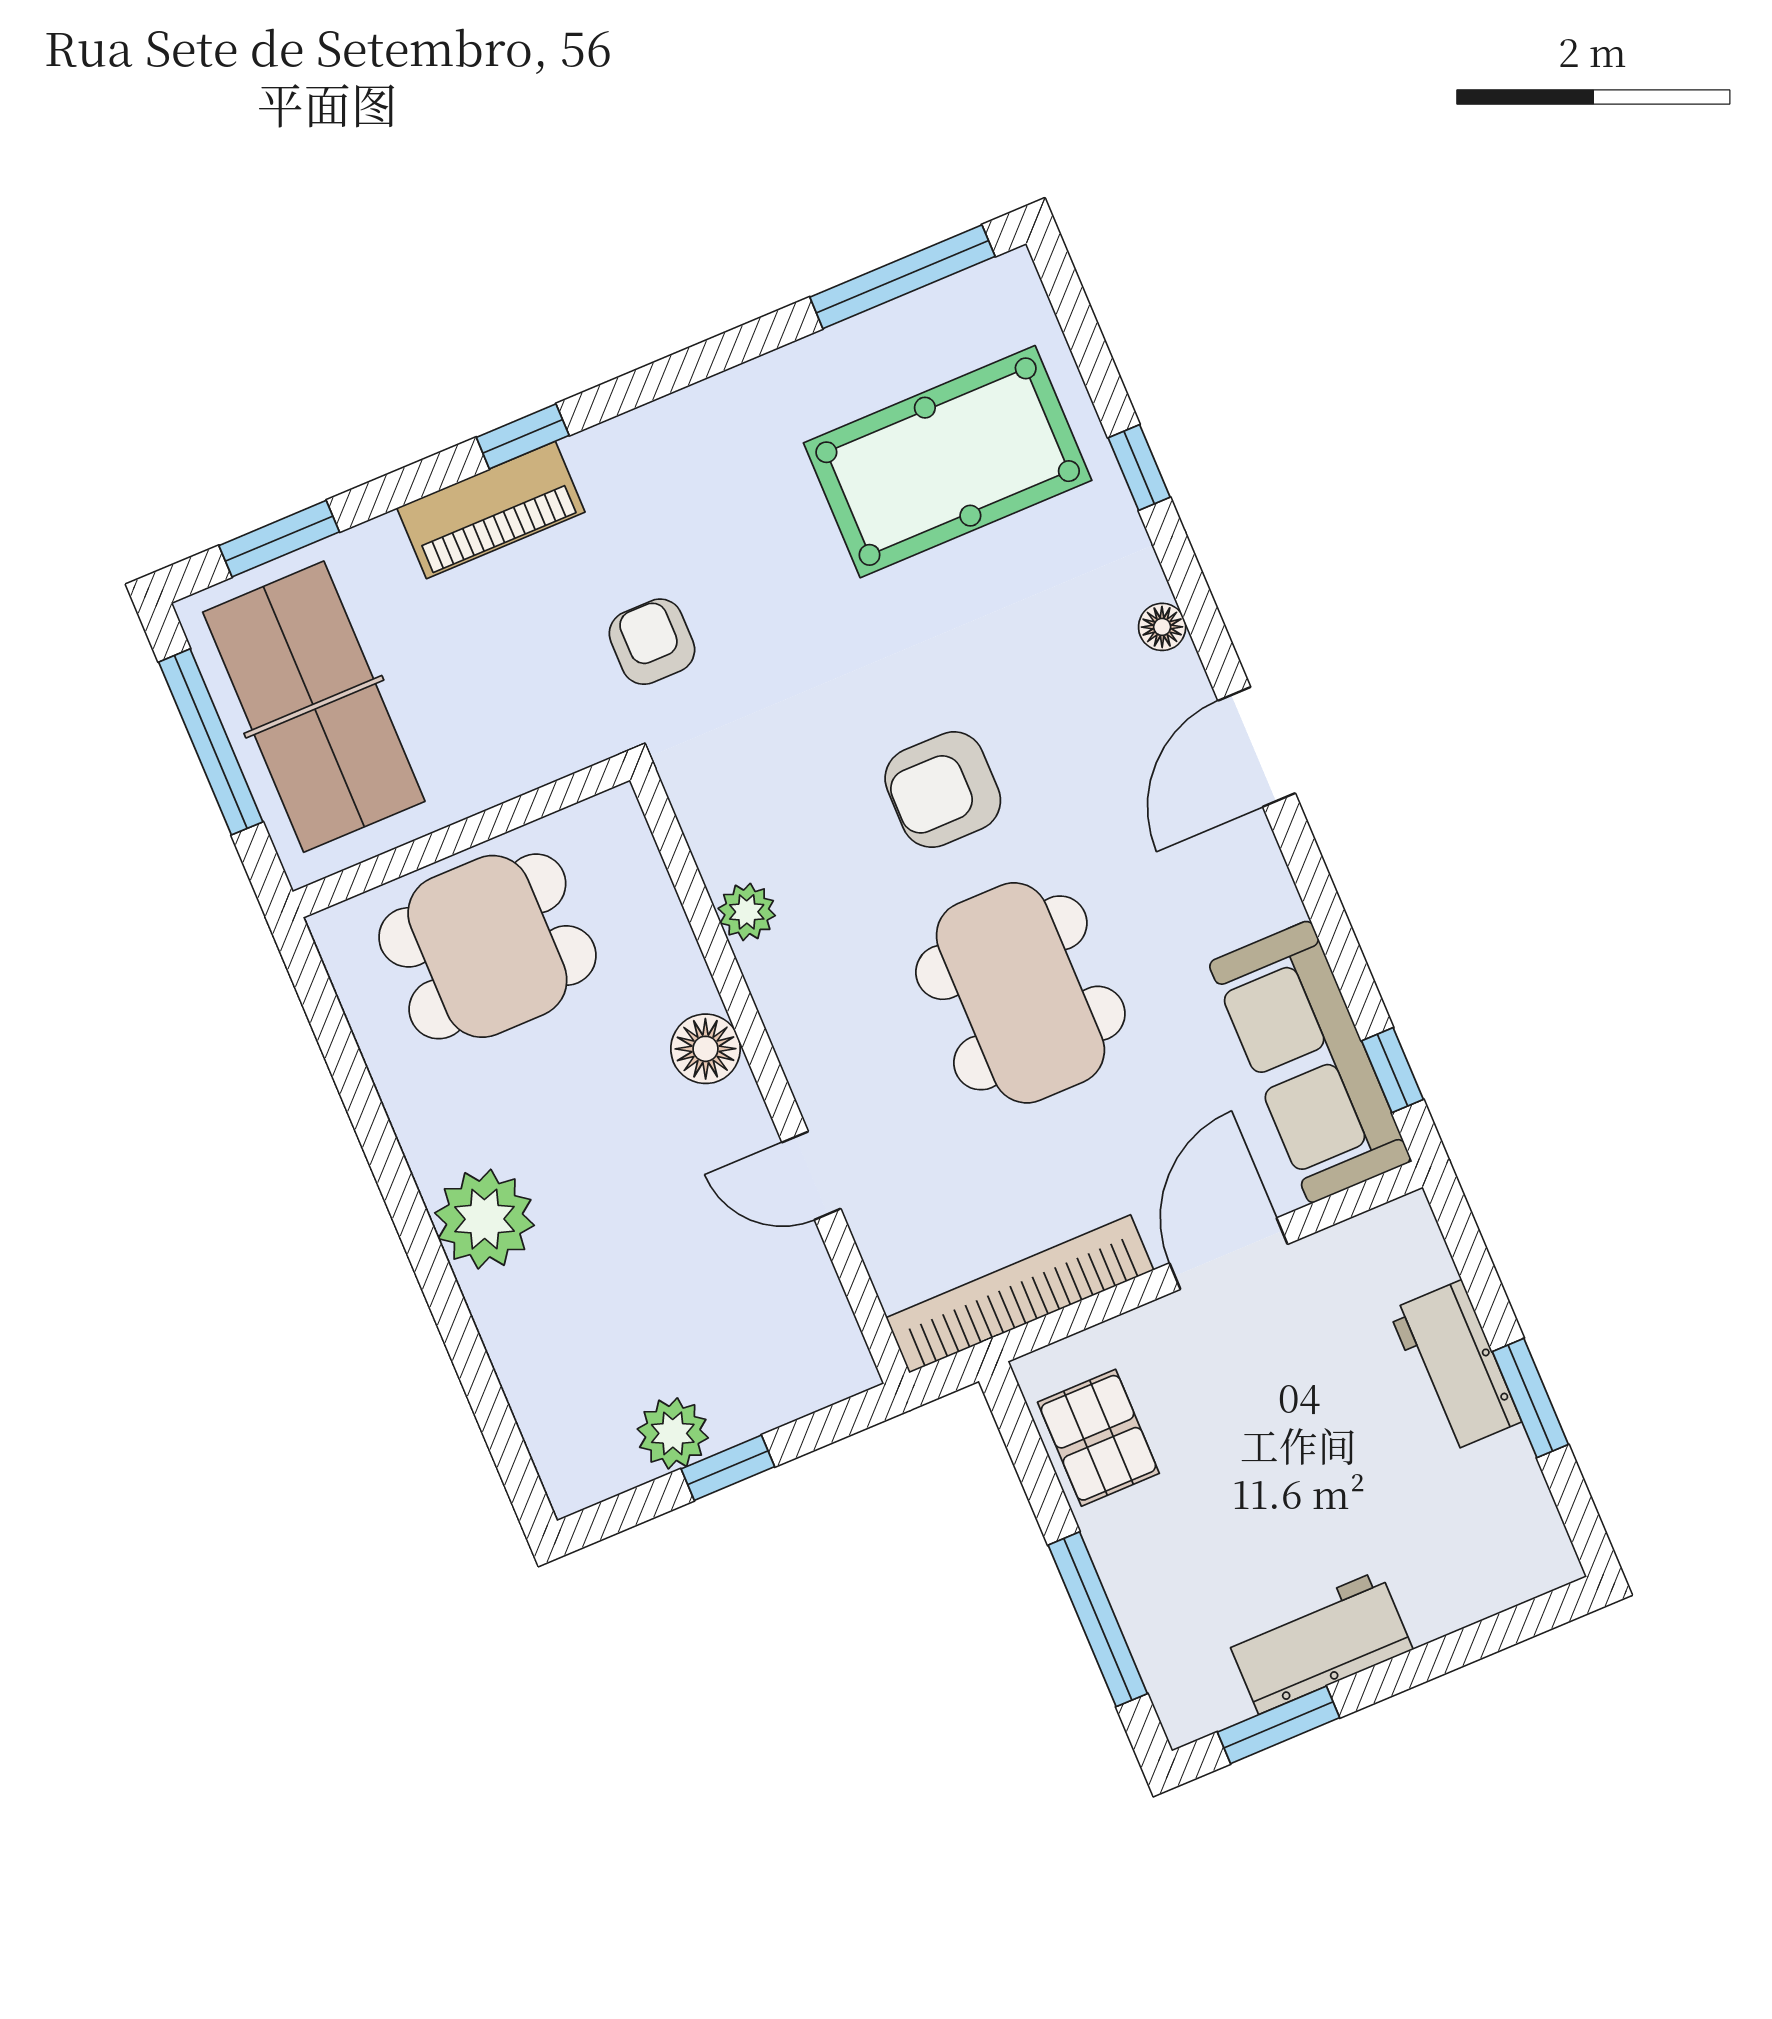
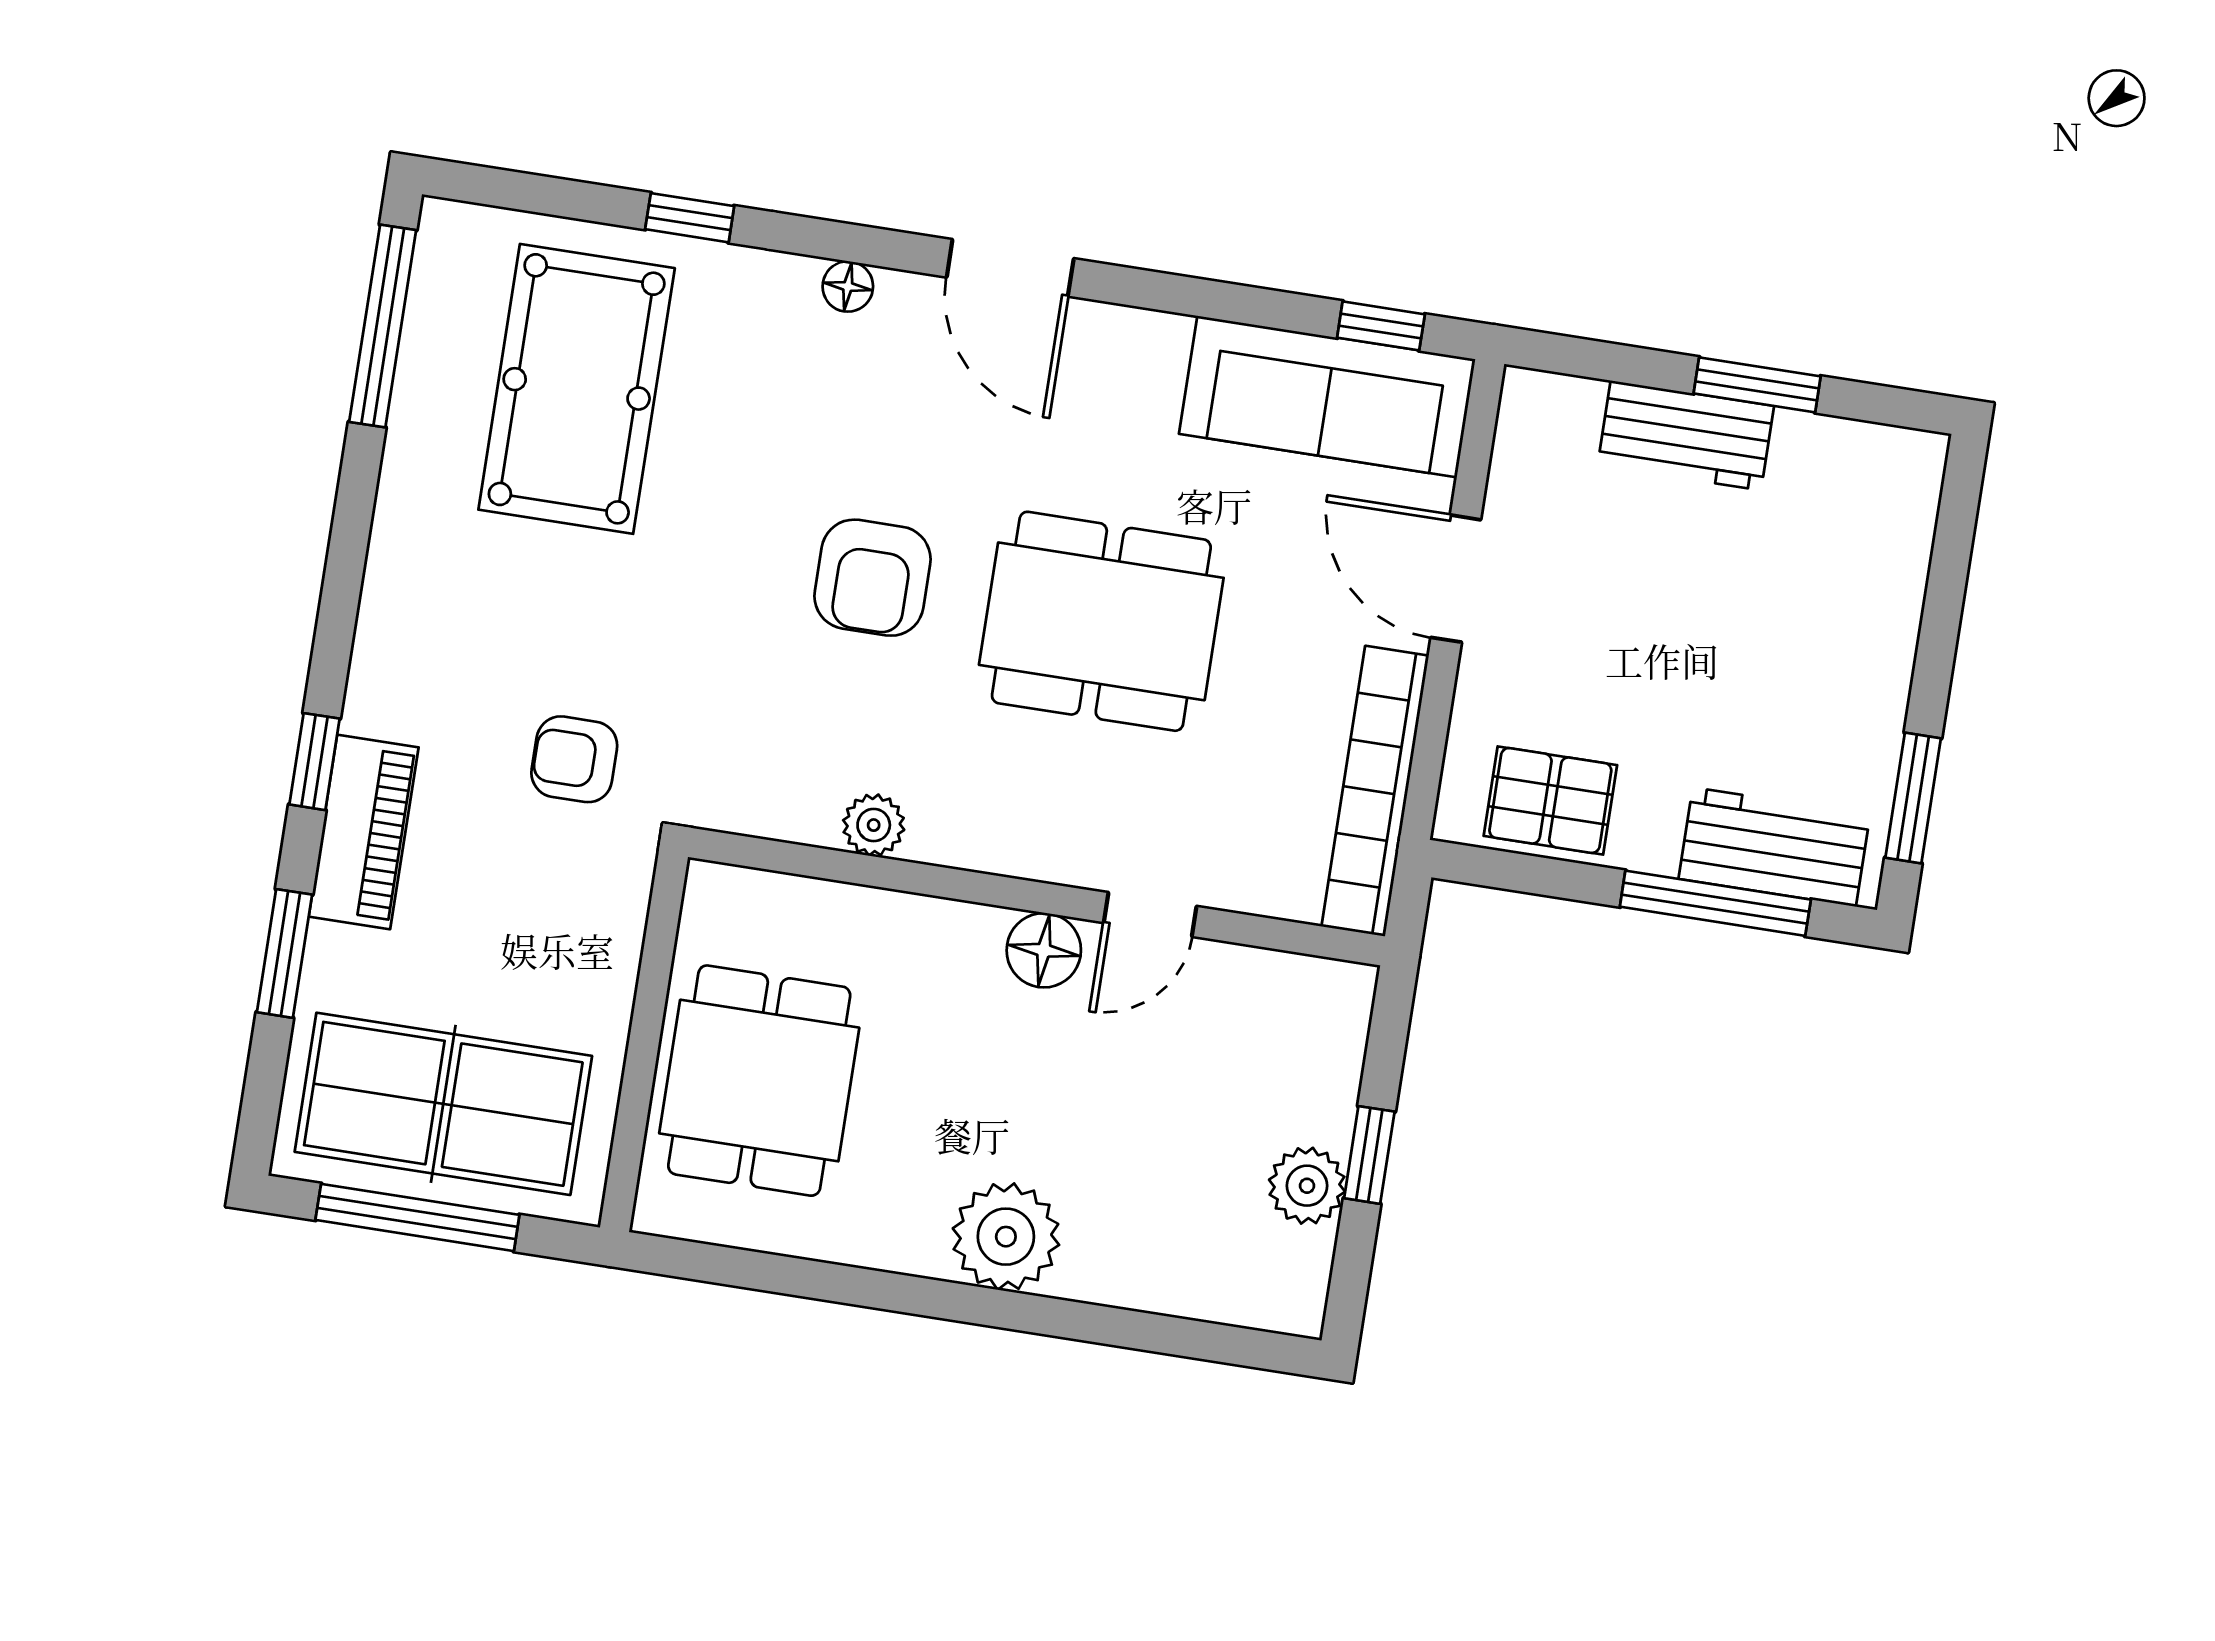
window: (279, 539) -> (284, 953), moved
floor lamp: (706, 1049) -> (1044, 950), moved
workbench: (1319, 1642) -> (1774, 847), moved, turned 90

